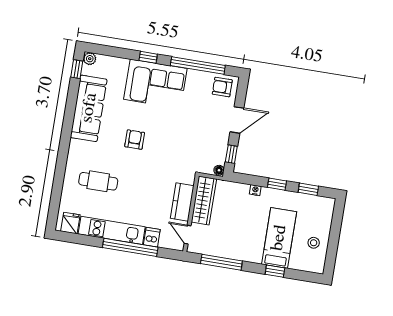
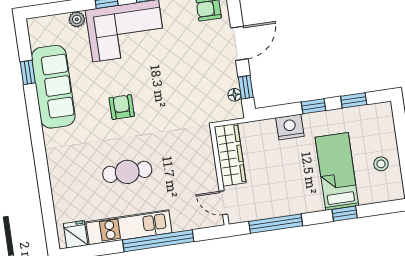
plant: (90, 59) -> (77, 19), moved
window: (77, 69) -> (28, 72), moved
floor lamp: (219, 170) -> (234, 95), moved
cafe table: (98, 181) -> (127, 172), moved
nightstand: (255, 190) -> (290, 127), width x1.89, depth x1.79
kitchen counter: (182, 202) -> (204, 165), removed
dishwasher: (152, 237) -> (181, 220), removed

